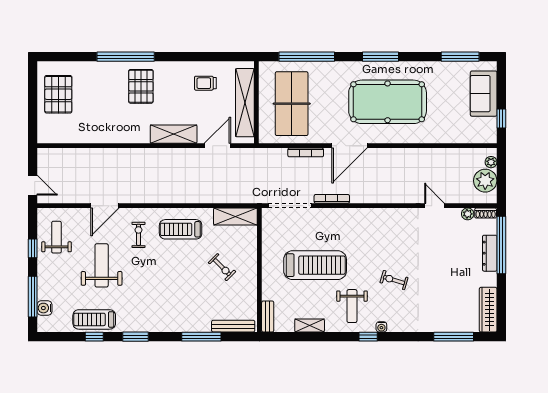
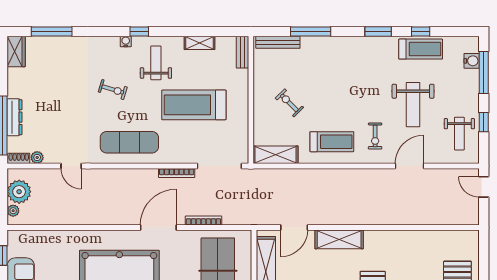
exercise mat: (378, 229) -> (129, 142), added
wardrobe: (488, 310) -> (16, 51), width x0.67

